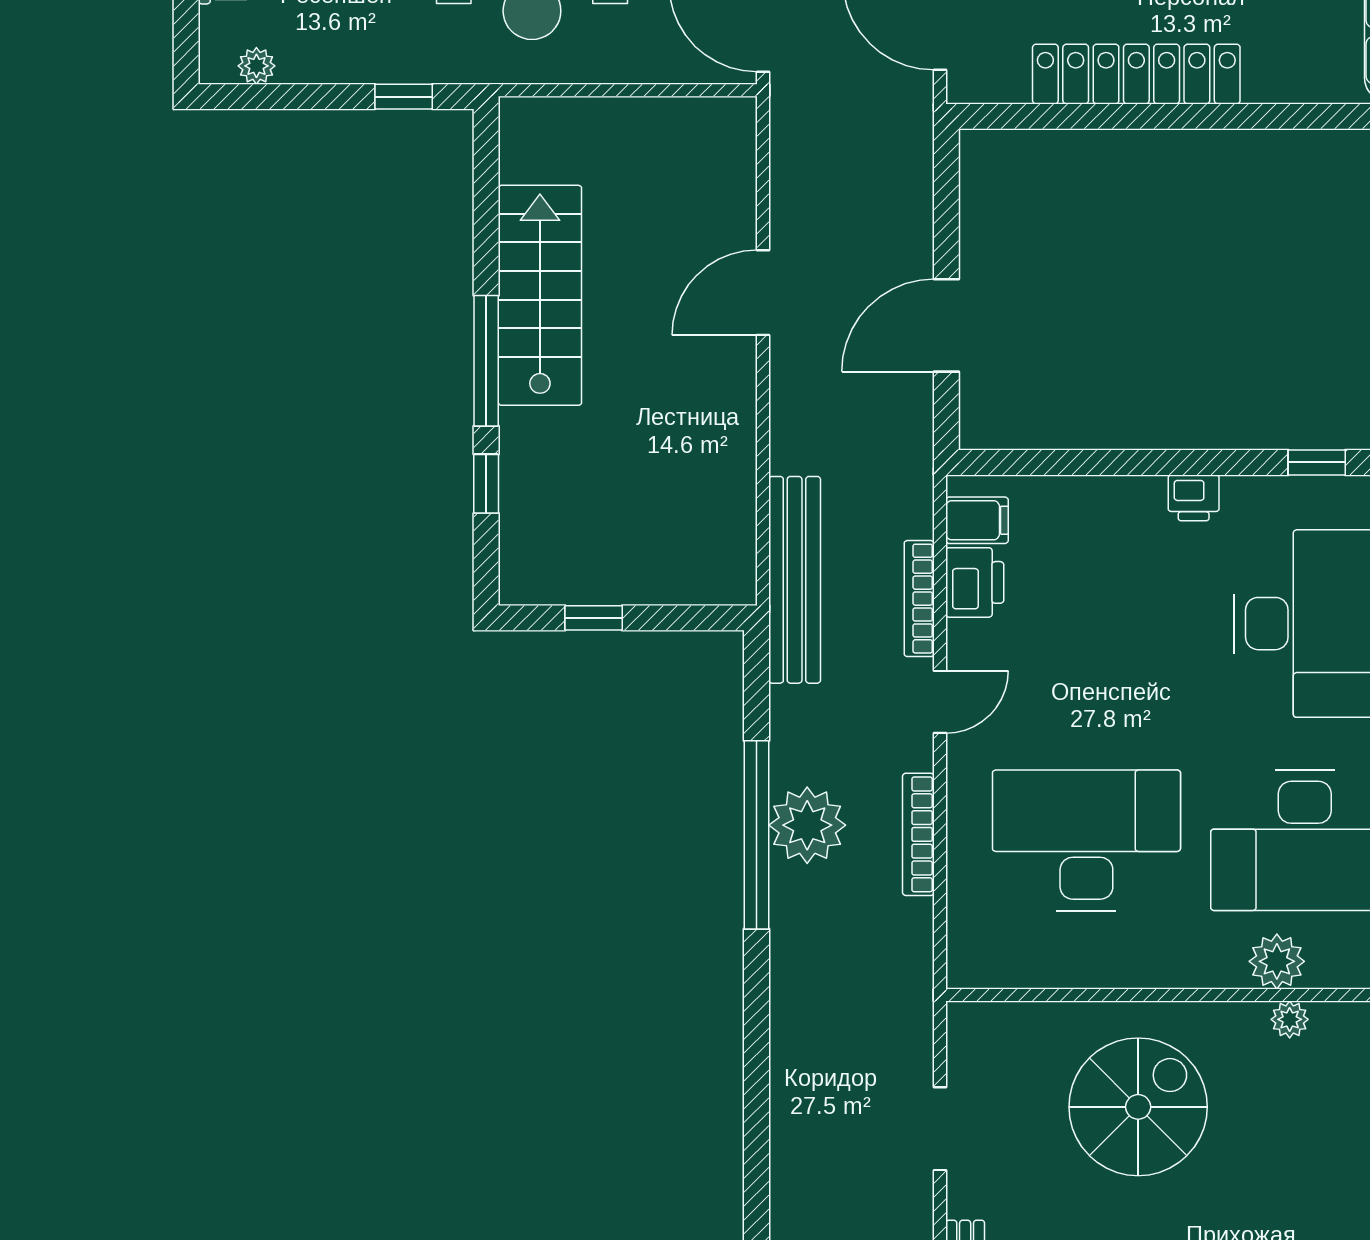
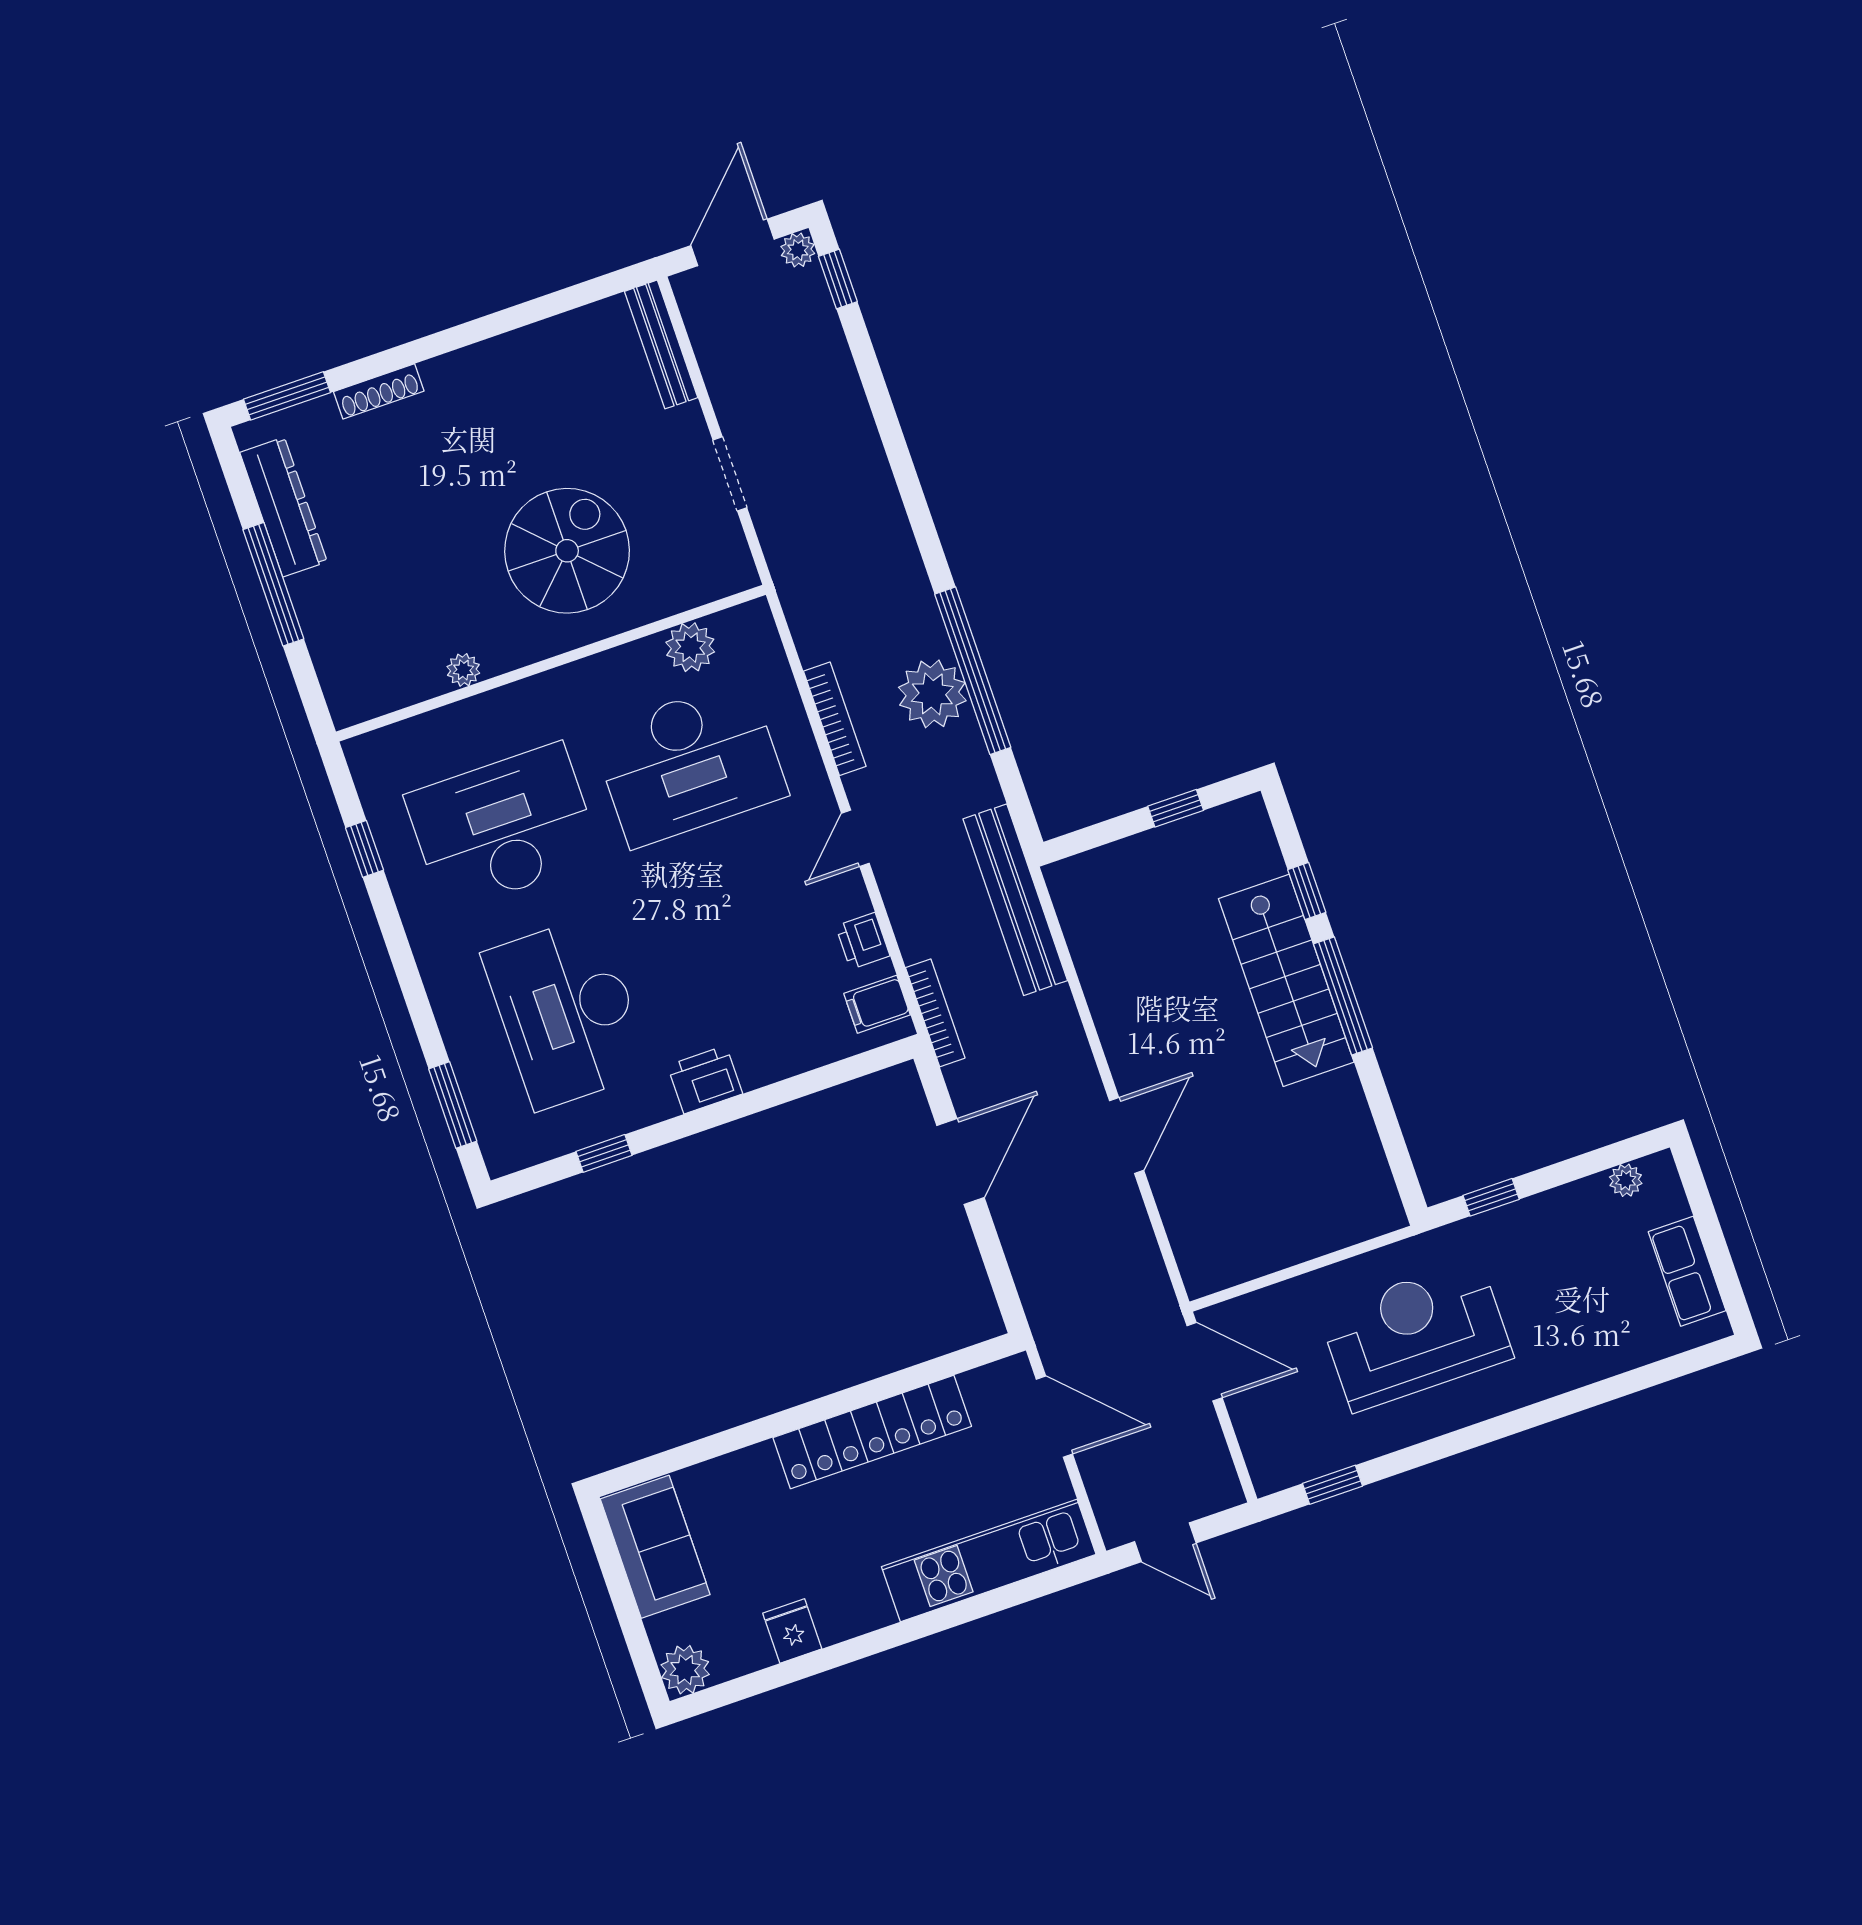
stairs: (540, 295) -> (1286, 980), moved
printer: (1194, 498) -> (705, 1080), width x1.36, depth x1.24
printer: (975, 582) -> (863, 941), width x0.73, depth x0.81
bookcase: (919, 599) -> (935, 1013), moved
plant: (1277, 961) -> (690, 647), moved
spiral stairs: (1138, 1107) -> (567, 551), turned 180

